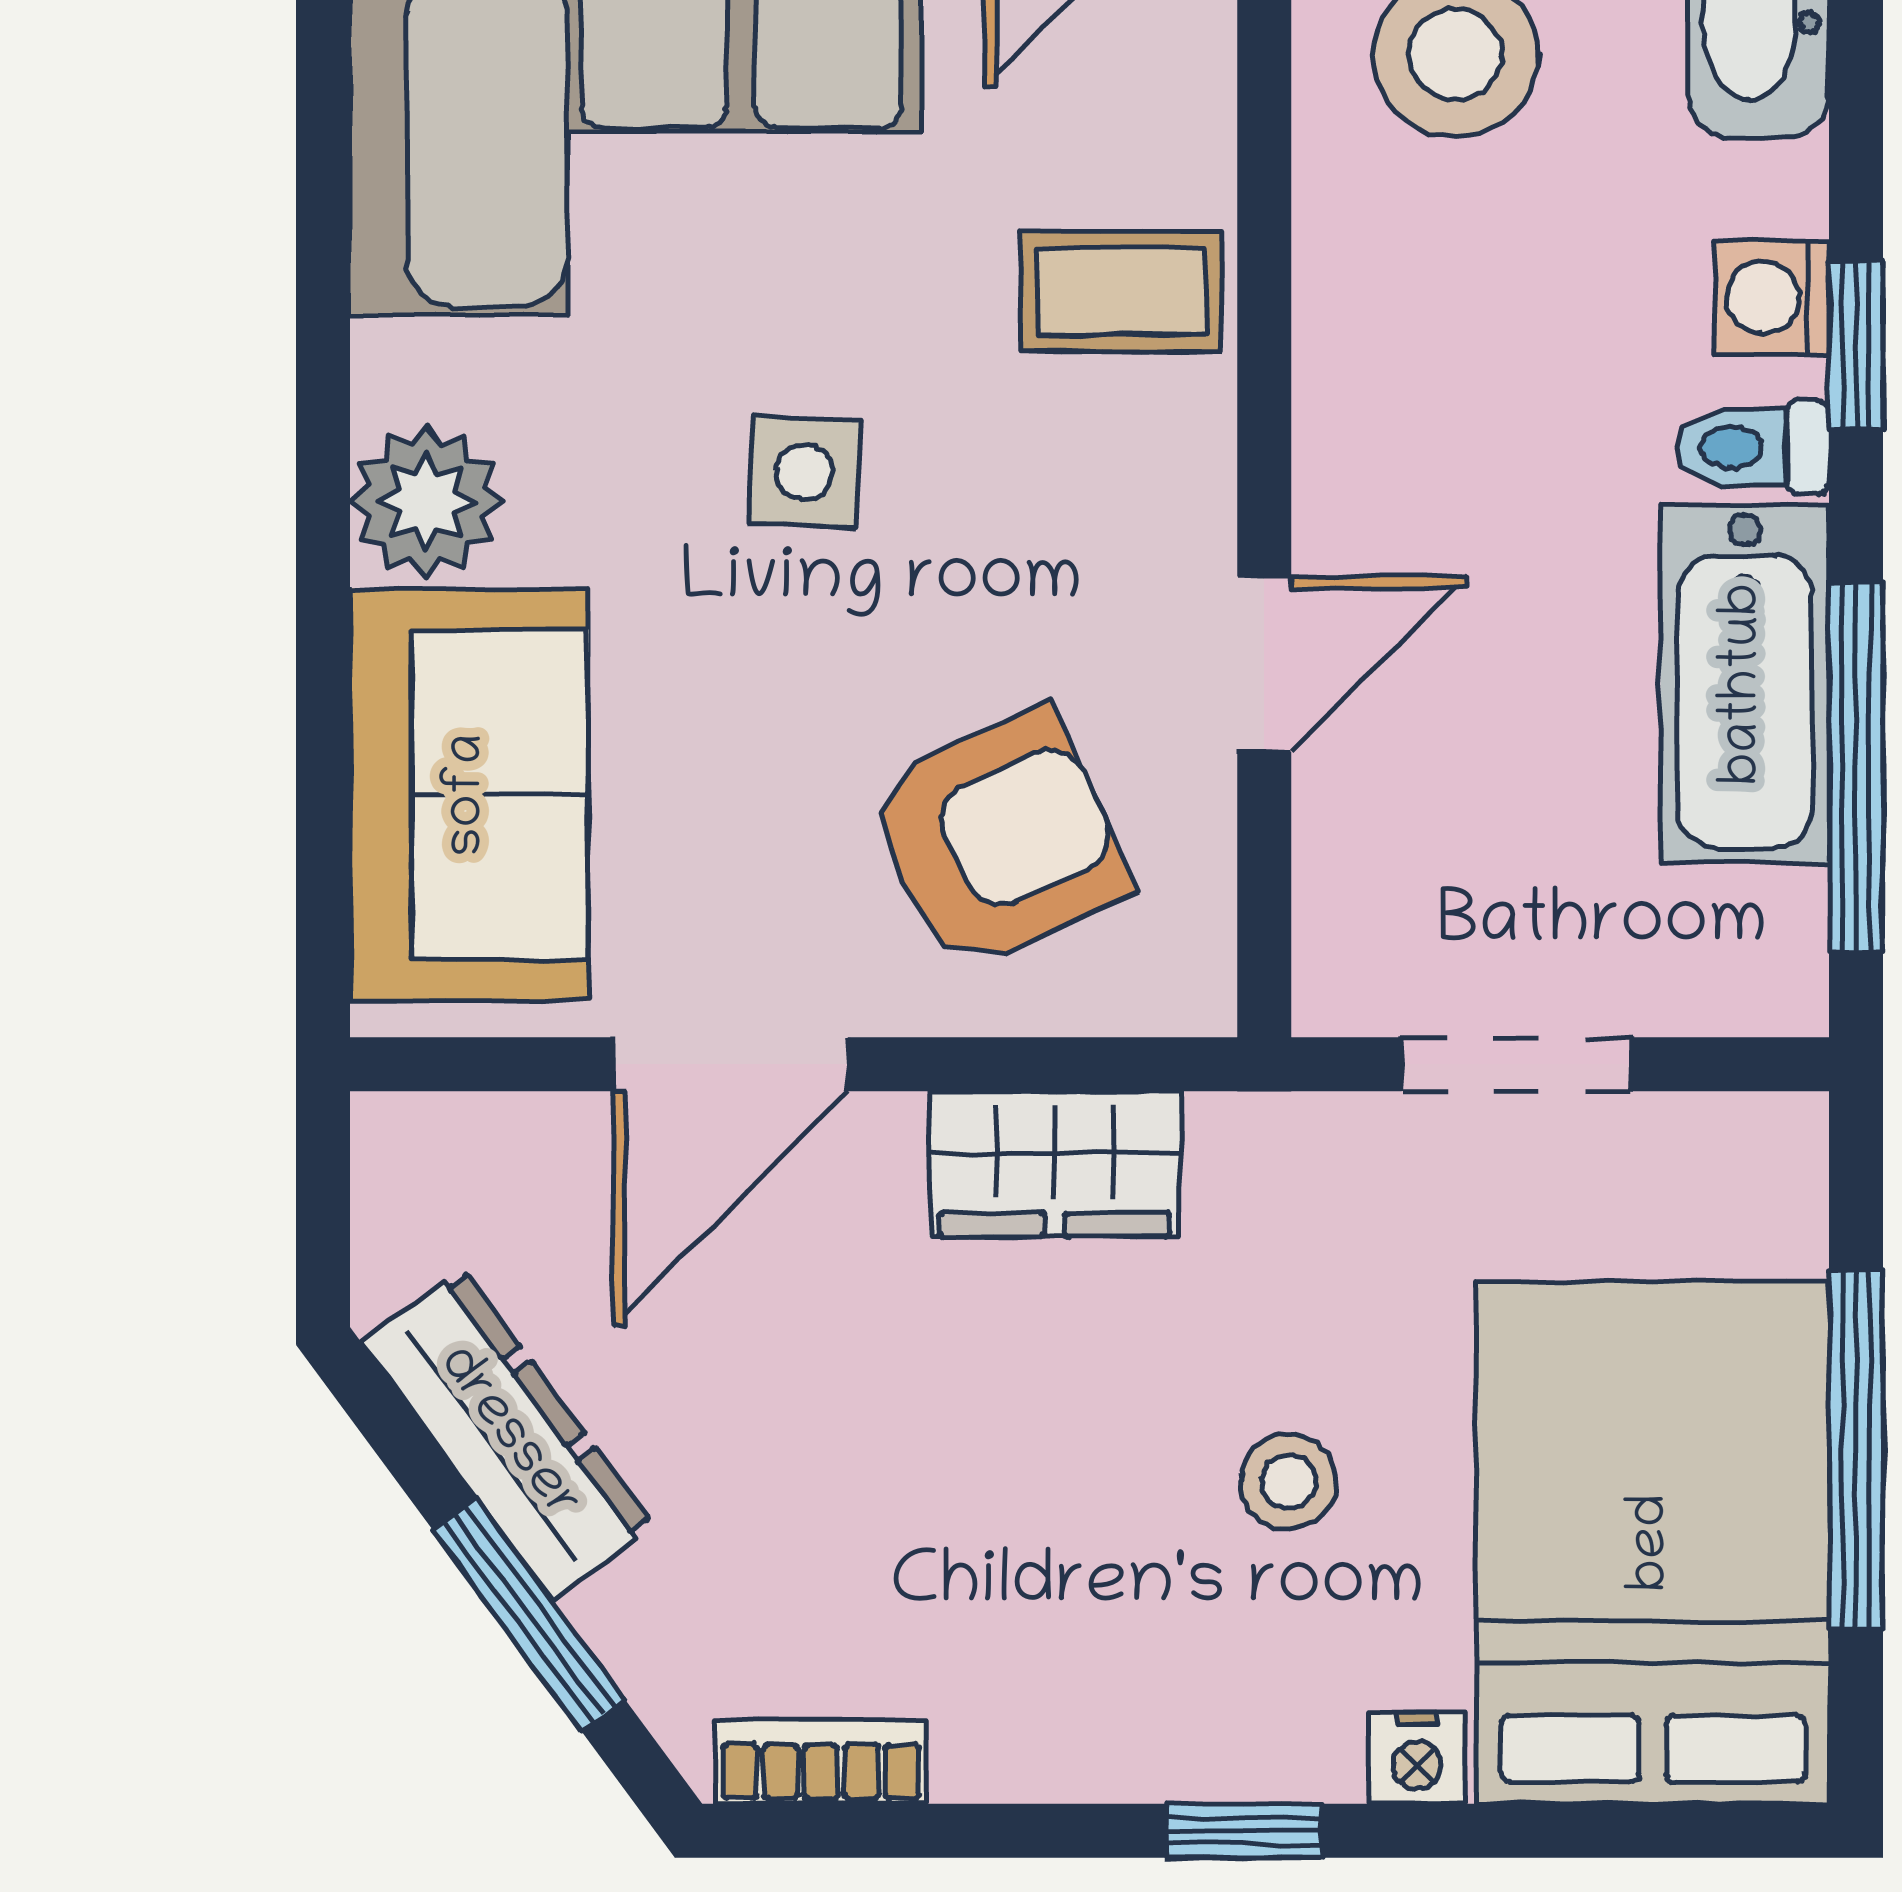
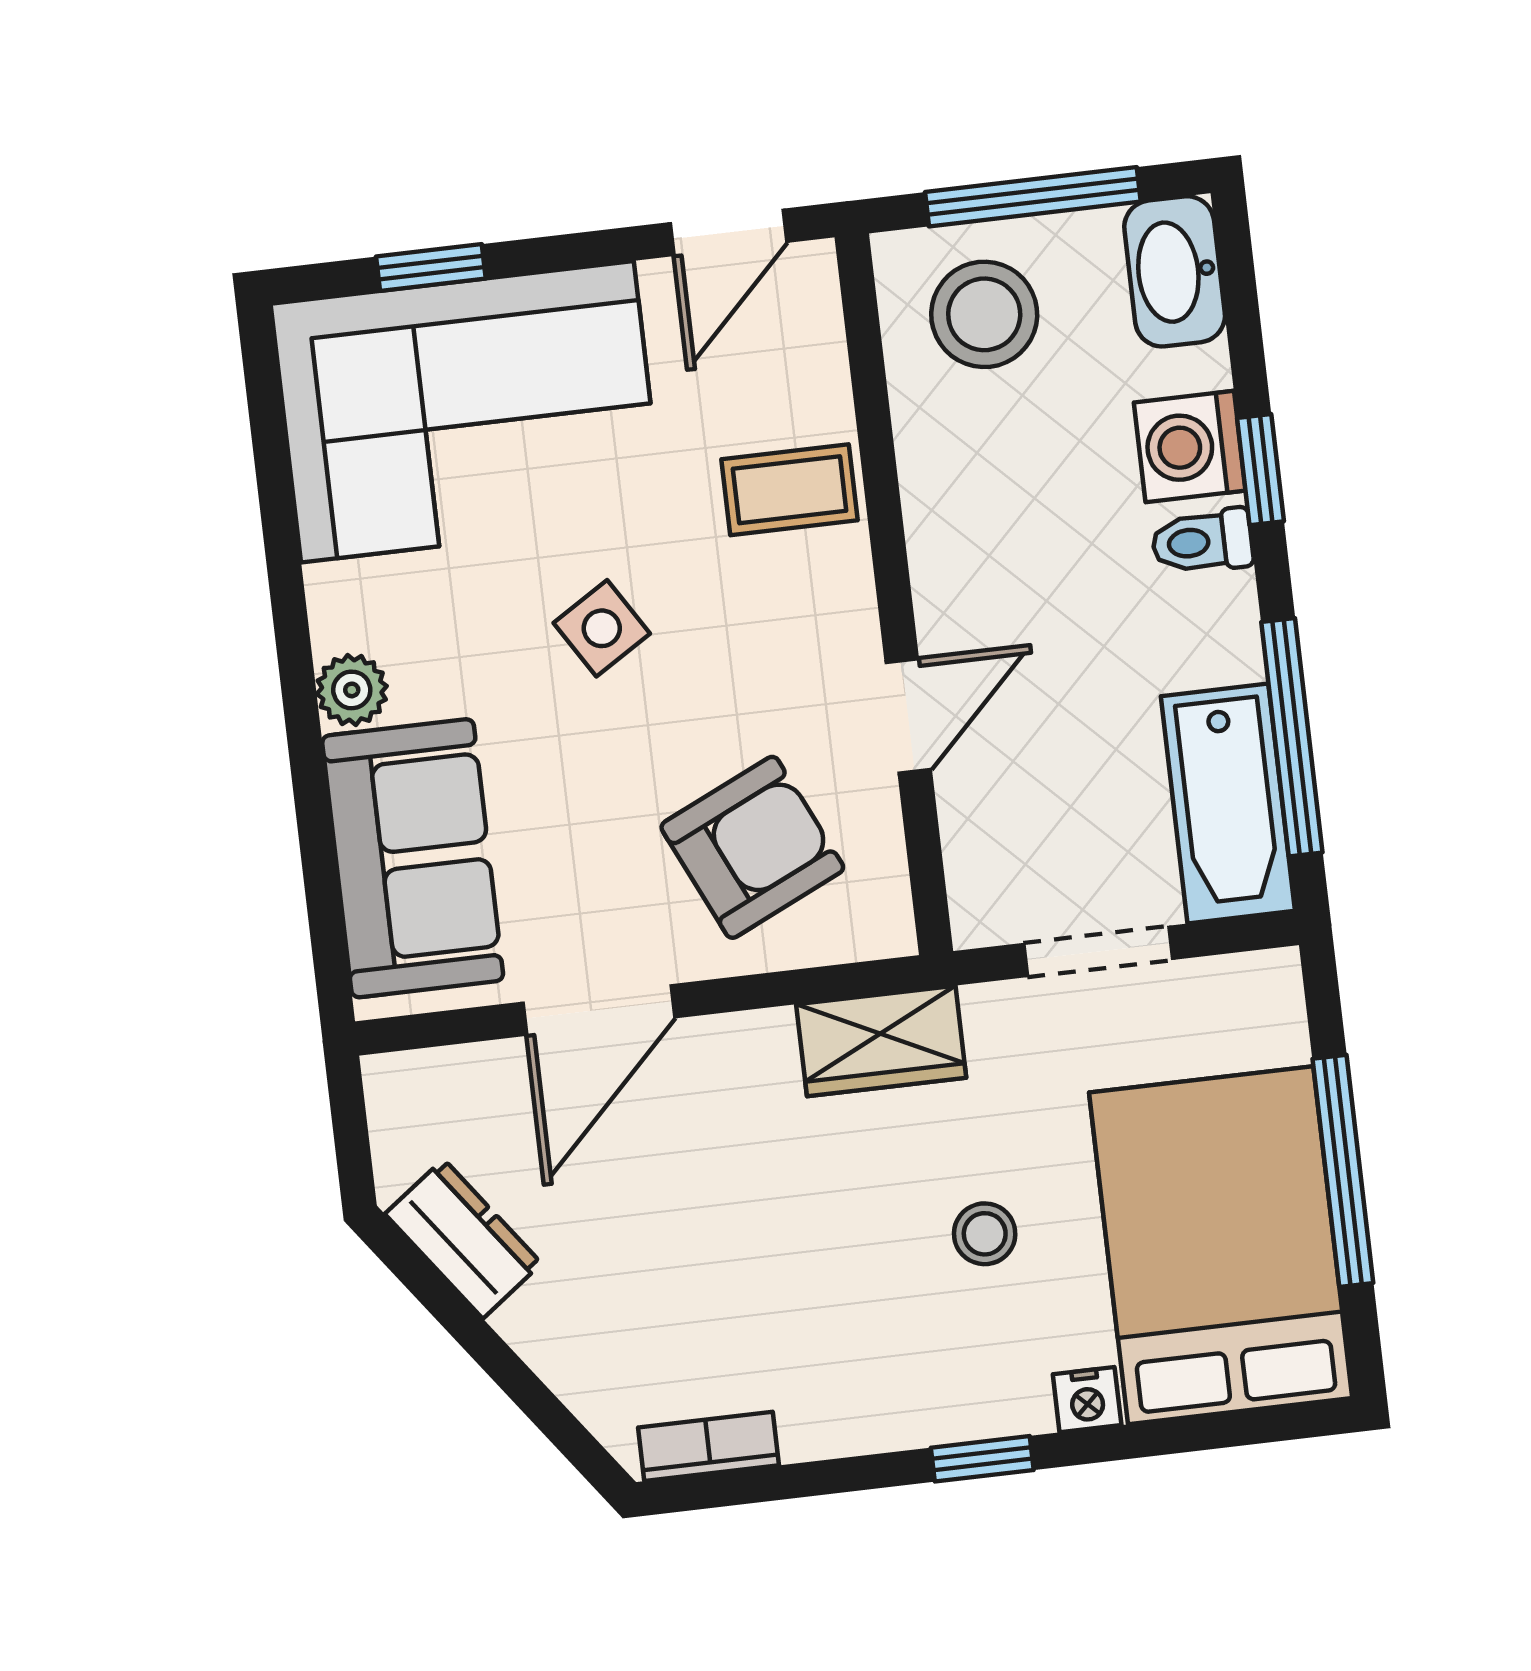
washing machine: (1772, 297) -> (1190, 447), width x1.38, depth x1.38
side table: (805, 472) -> (602, 628), turned -35
plant: (426, 502) -> (352, 690), width x0.73, depth x0.73
bathtub: (1745, 684) -> (1228, 803), moved
wardrobe: (1055, 1164) -> (881, 1041), moved
dresser: (507, 1434) -> (463, 1239), width x0.70
window: (529, 1615) -> (512, 1375), removed

